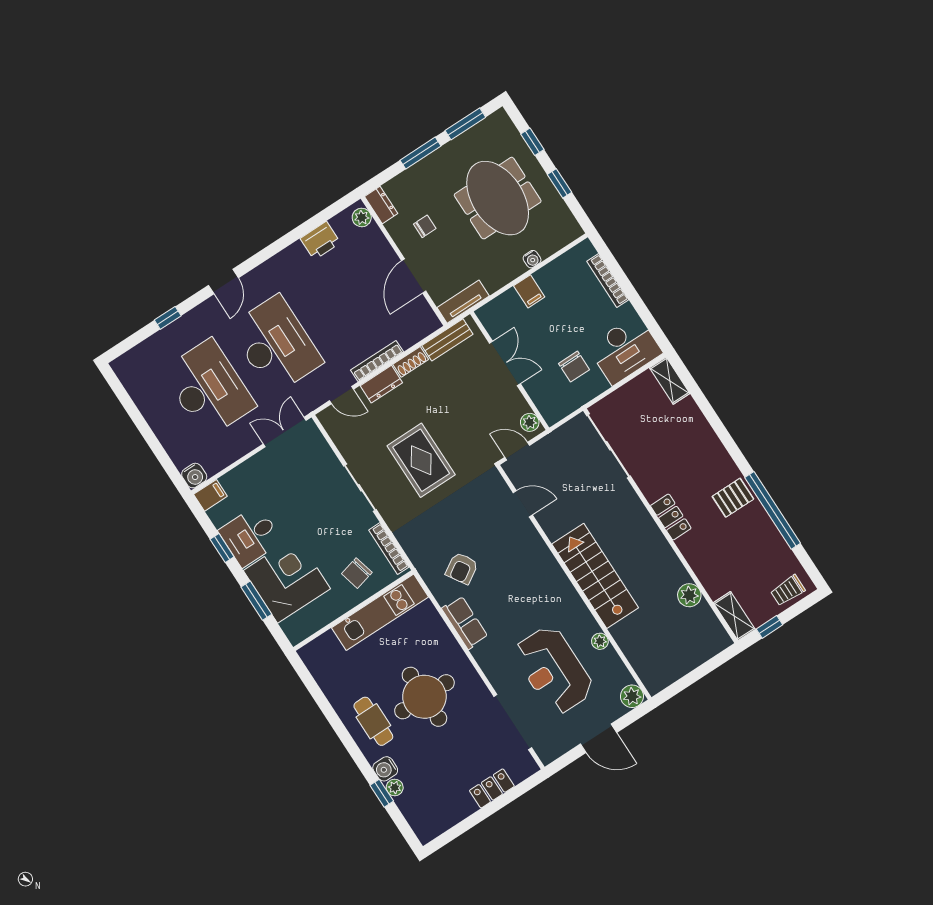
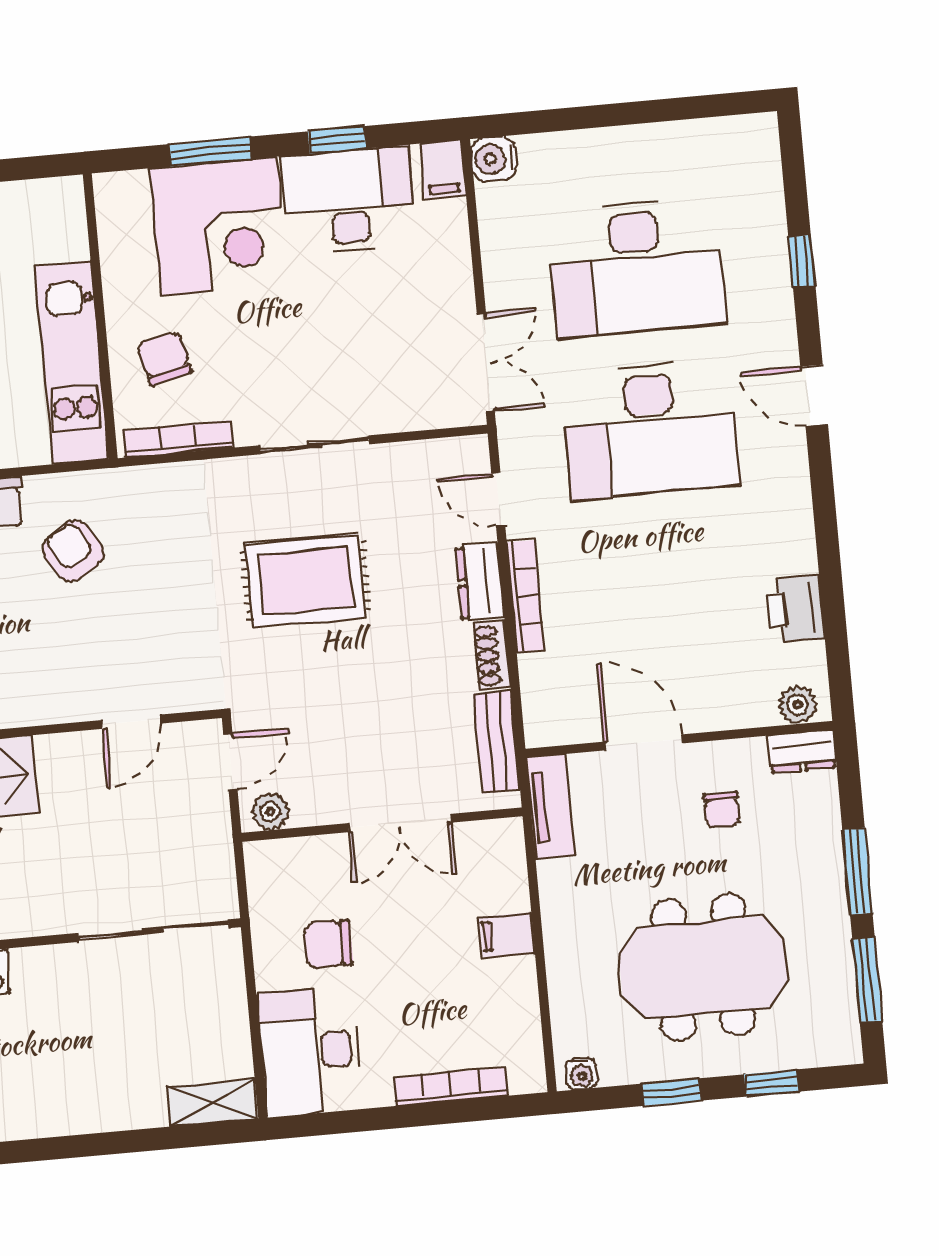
water cooler: (532, 259) -> (581, 1074), moved, turned -90
door: (341, 395) -> (498, 500), hinge flipped
desk: (250, 536) -> (349, 201), width x1.37

